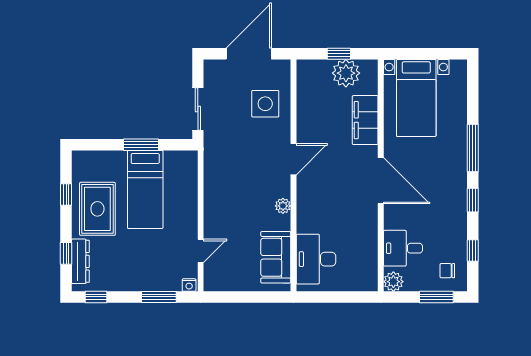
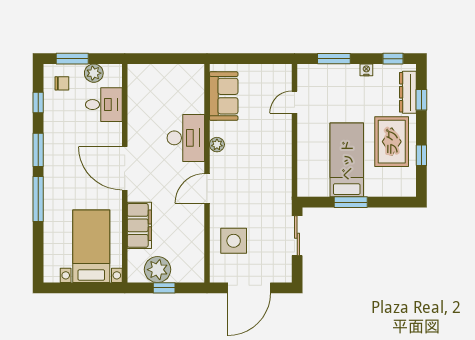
window: (473, 200) -> (38, 150), width x1.50
desk: (316, 259) -> (186, 138), moved
plant: (393, 282) -> (94, 73), moved
nightstand: (189, 285) -> (366, 70), moved

